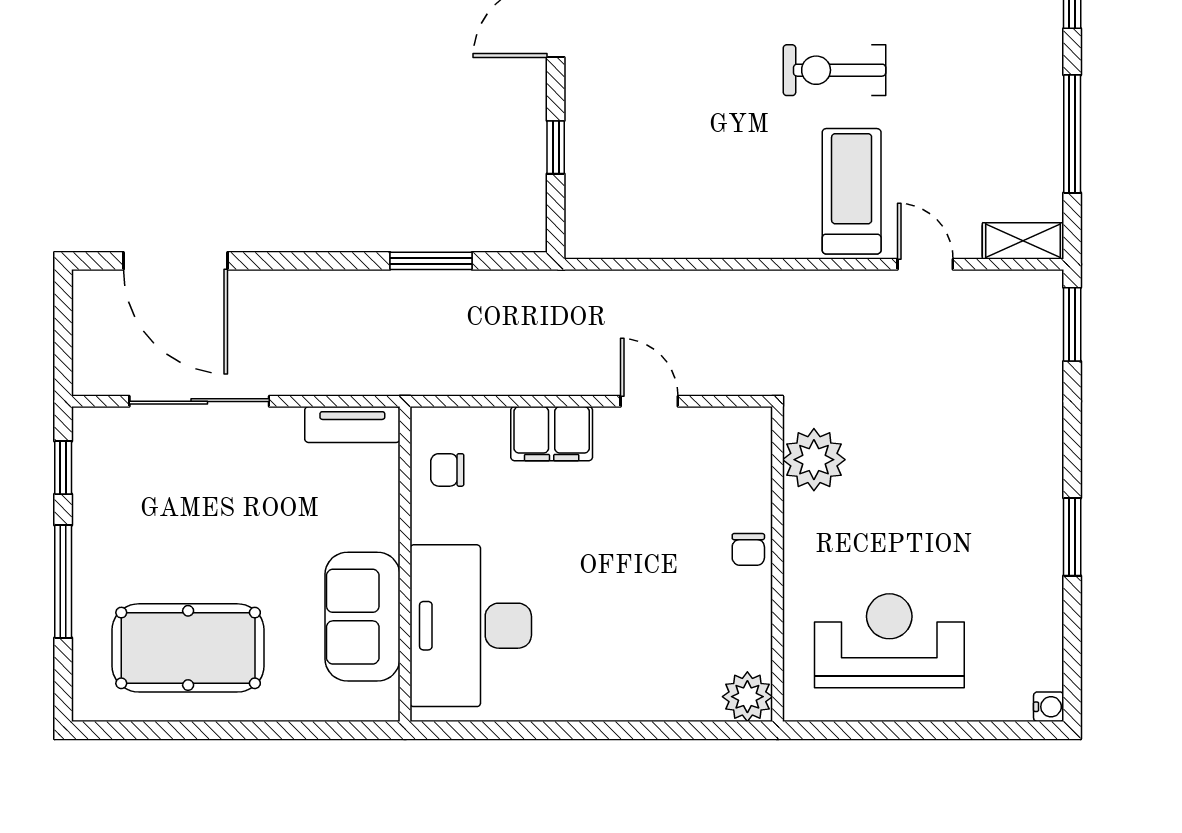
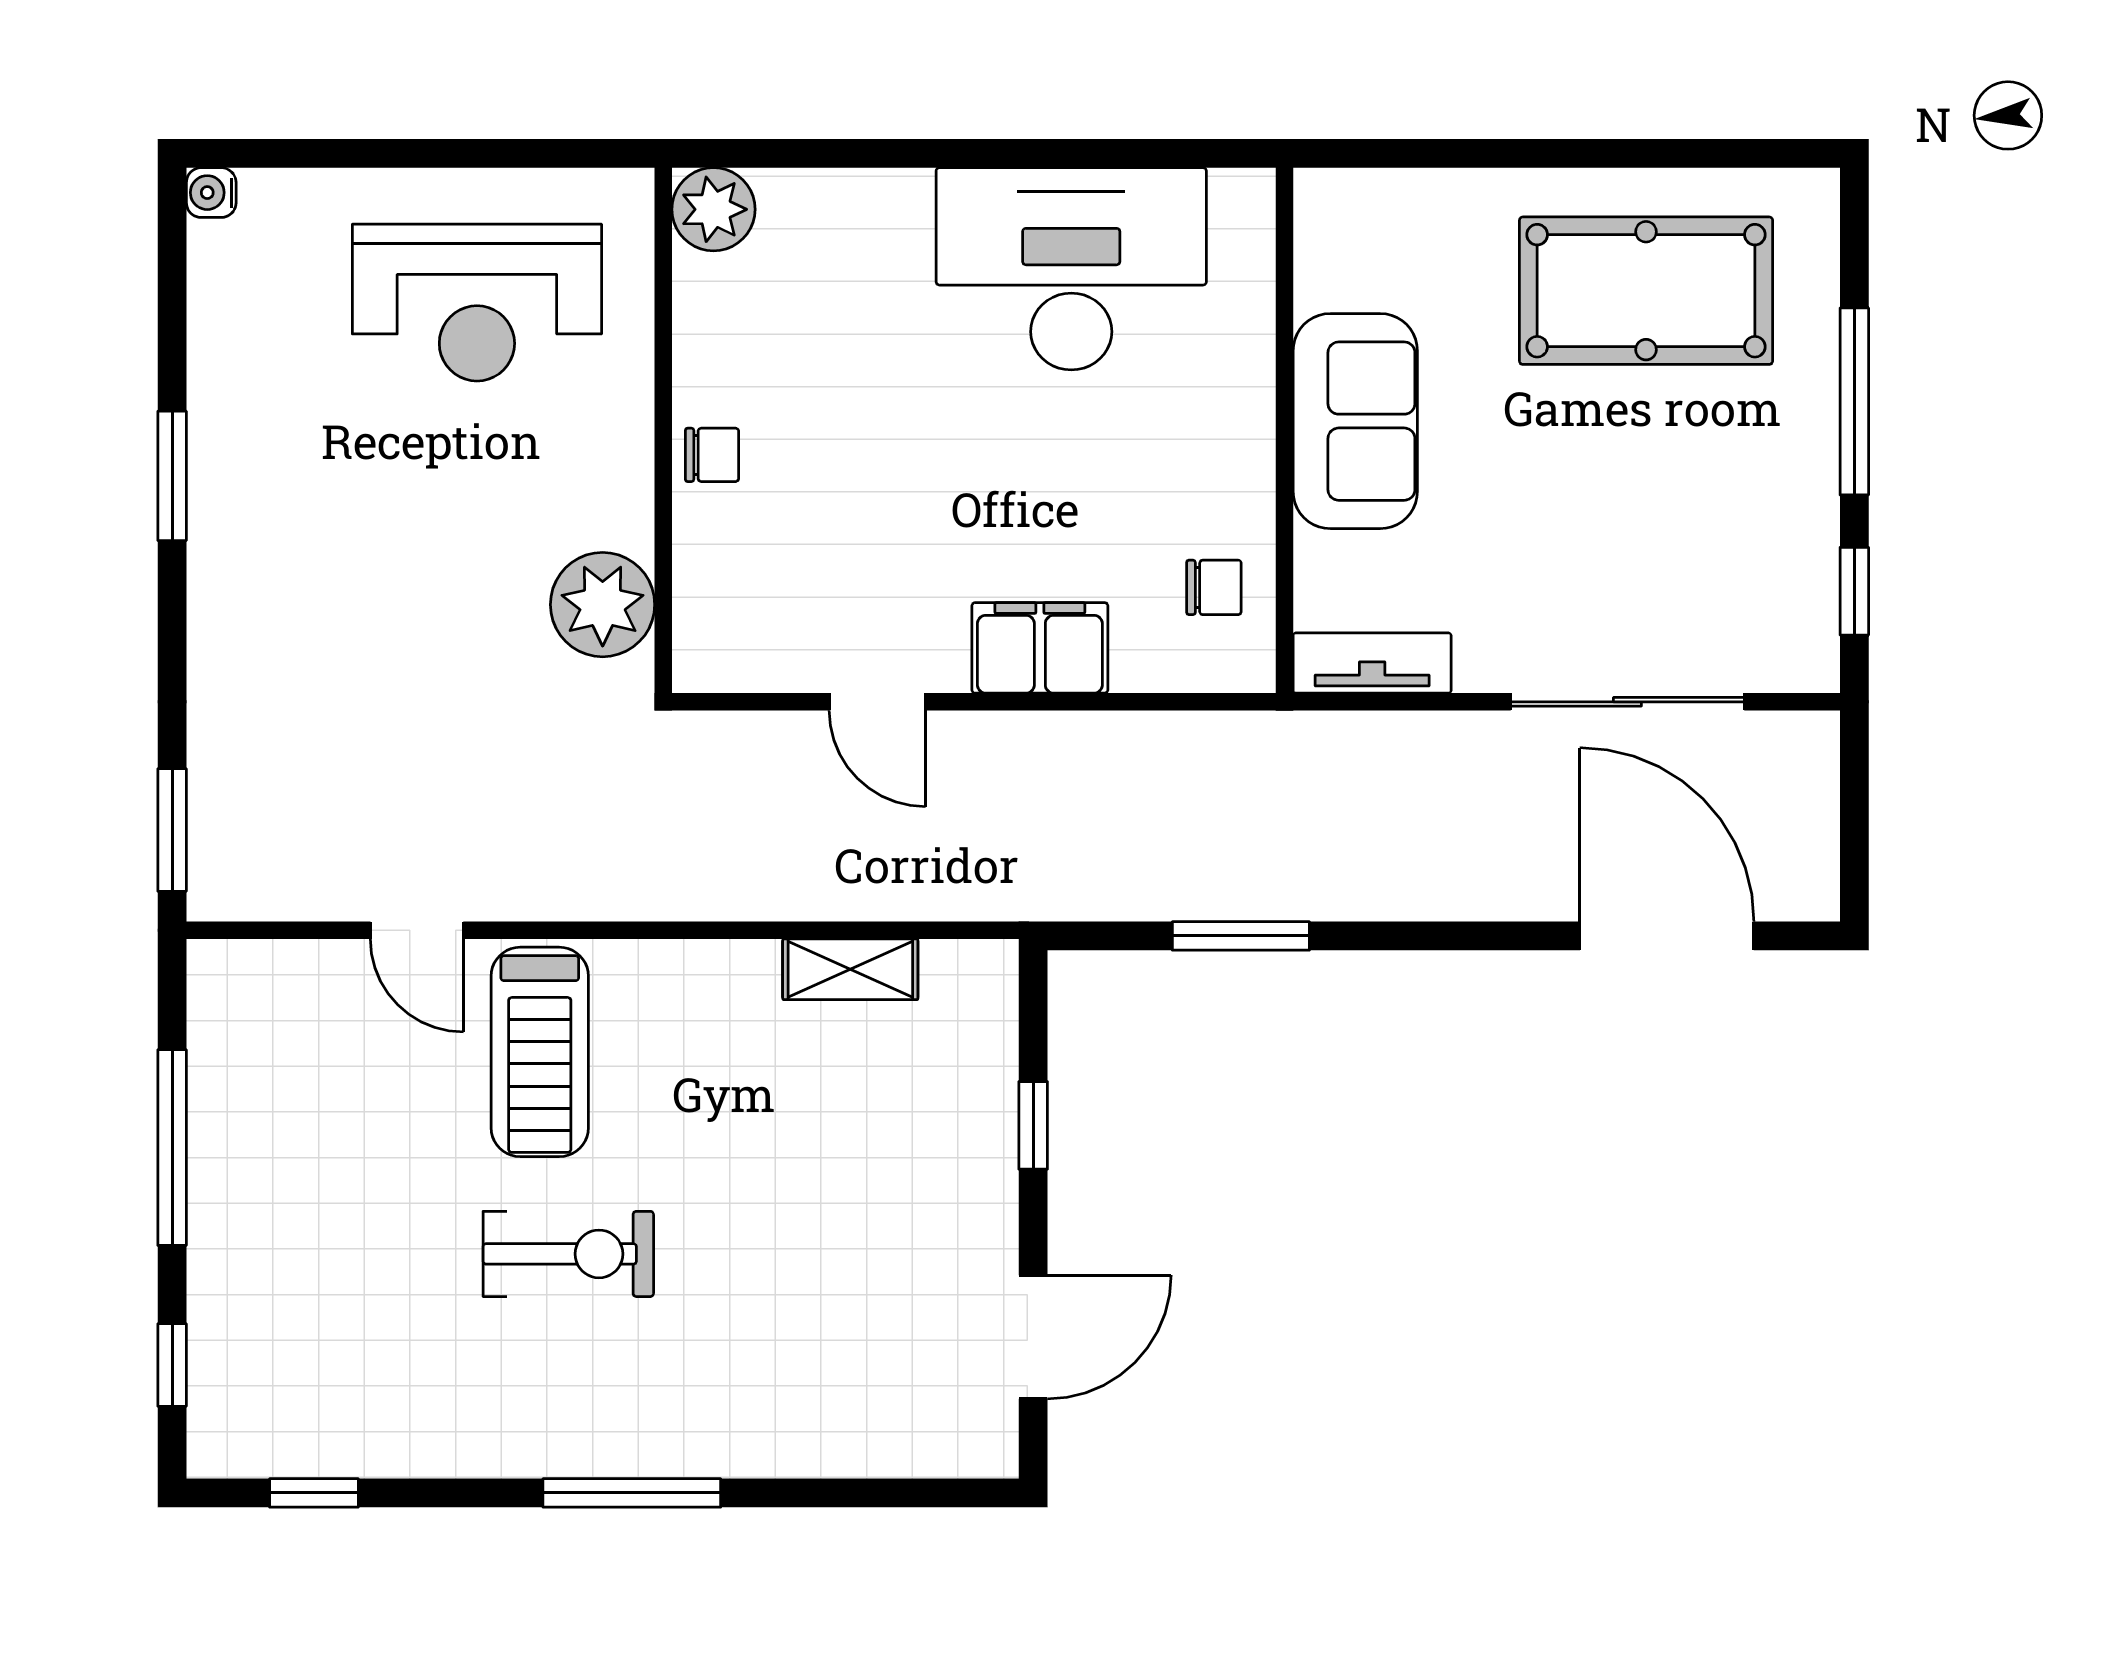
shelving: (1023, 241) -> (850, 969), moved
chair: (748, 549) -> (712, 455), turned 90
sofa: (362, 617) -> (1355, 421), moved
desk: (471, 626) -> (1071, 269), moved, turned -90

